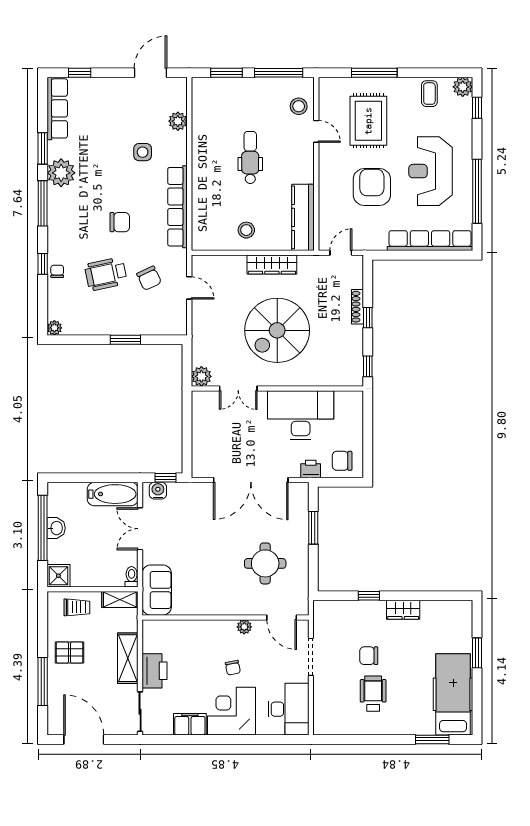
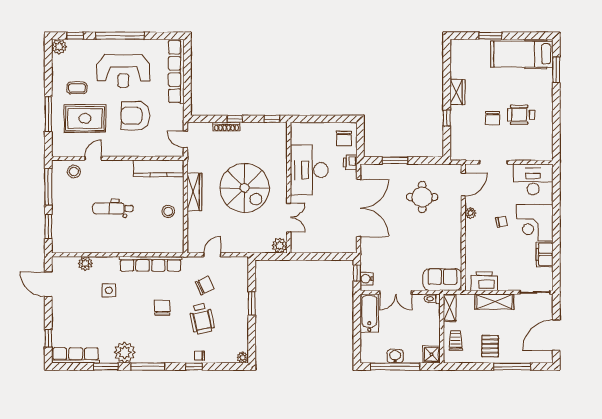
coffee table: (429, 94) -> (77, 88), moved
window: (477, 191) -> (120, 36), moved
printer: (155, 671) -> (484, 281), moved

